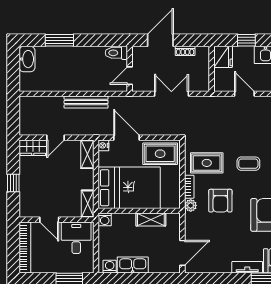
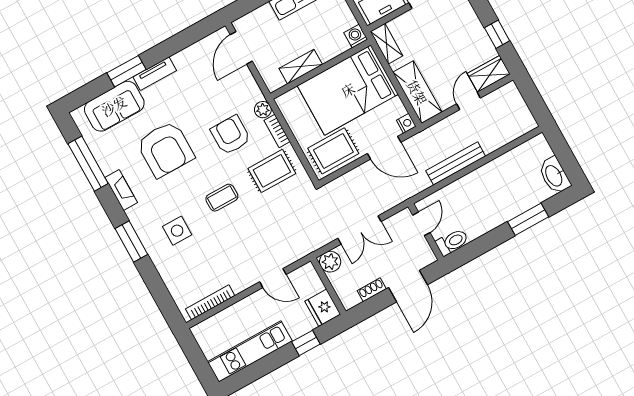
plant: (202, 84) -> (330, 262), added
shelving: (87, 154) -> (417, 92), width x1.50, depth x1.33
window: (13, 183) -> (497, 34), moved

